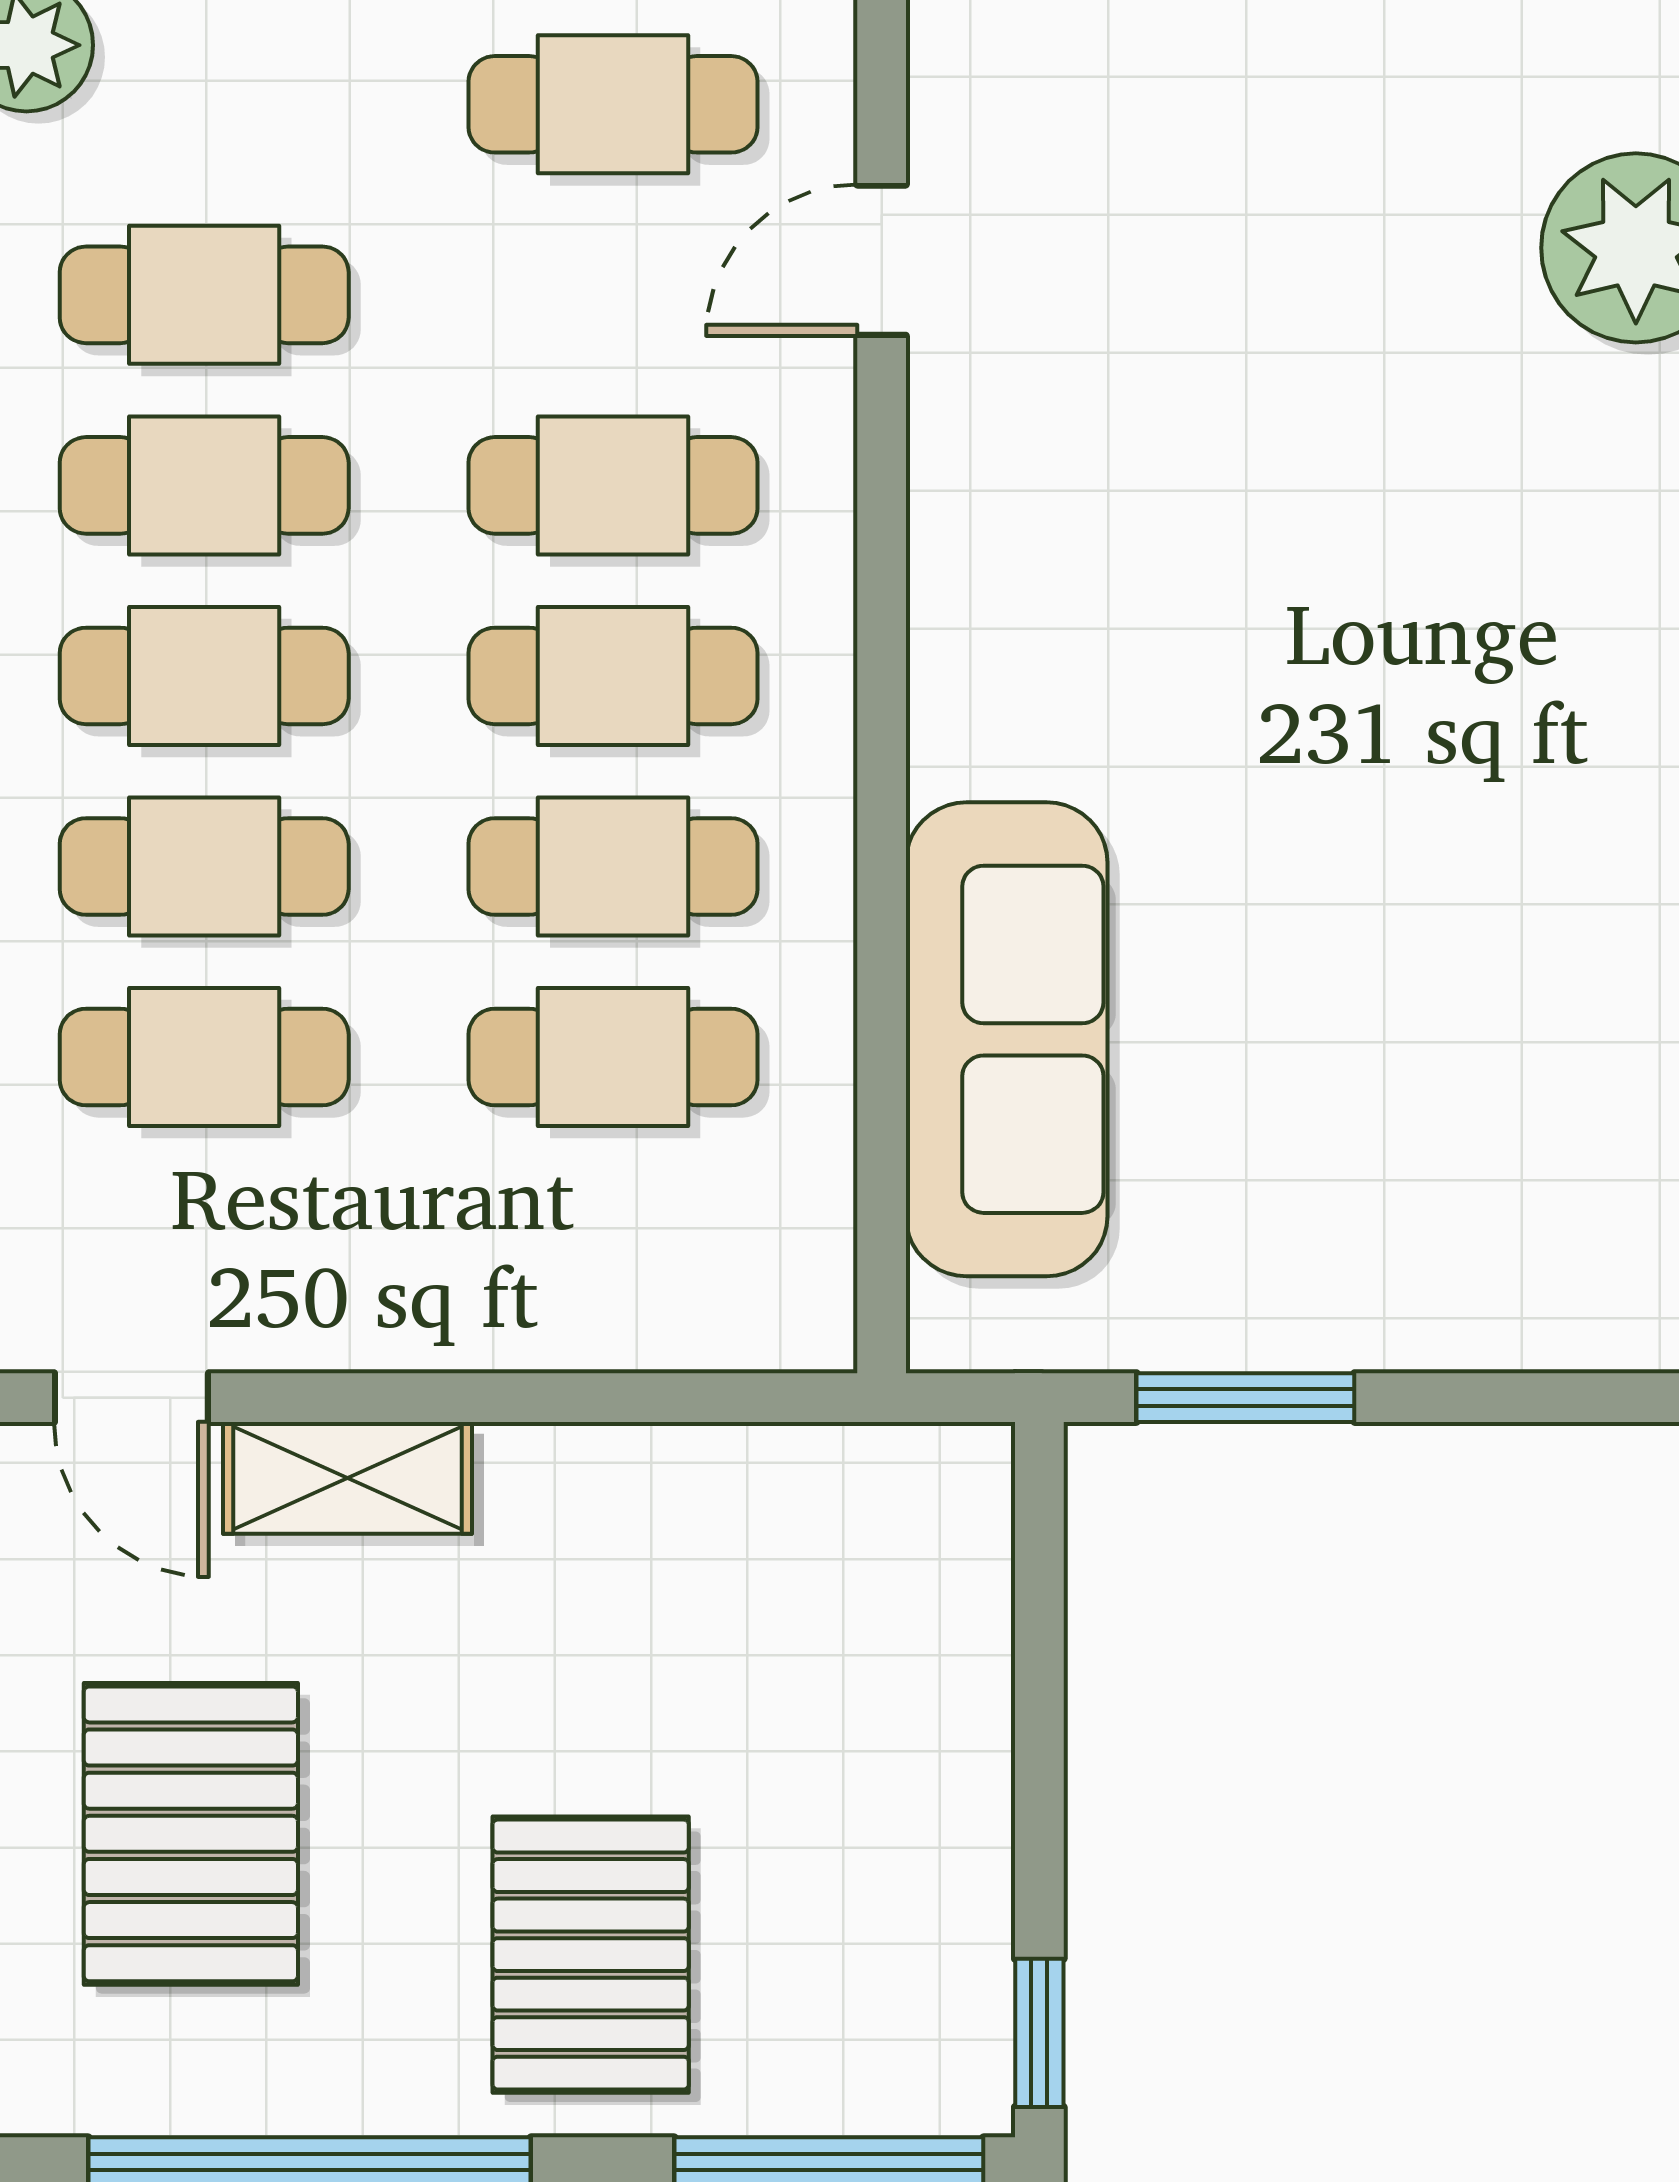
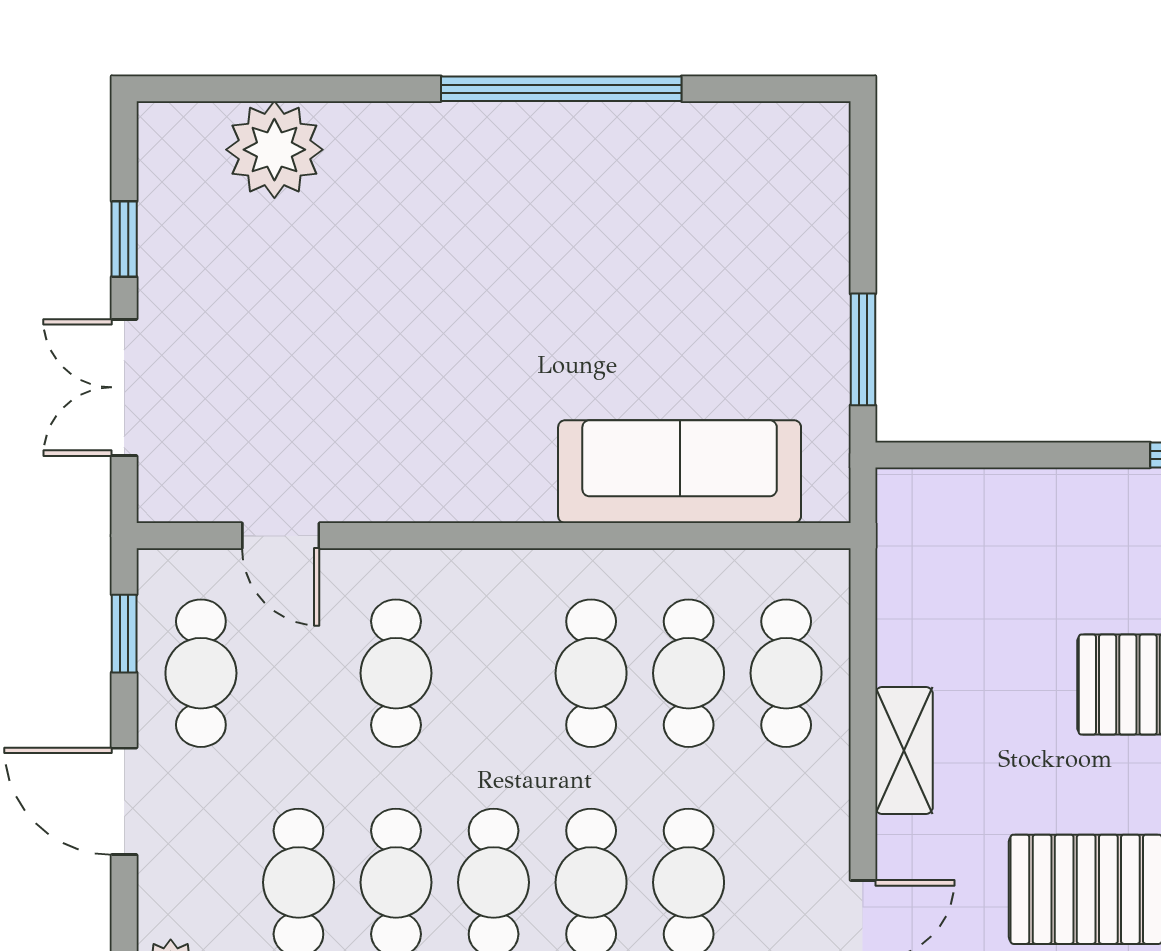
cafe table: (613, 676) -> (786, 673), moved
shelving: (347, 1478) -> (904, 751), moved

